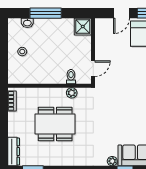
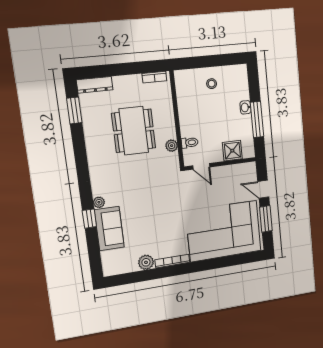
window: (46, 13) -> (257, 119), moved
washbasin: (27, 23) -> (245, 107), moved
shower: (83, 27) -> (232, 151), moved

